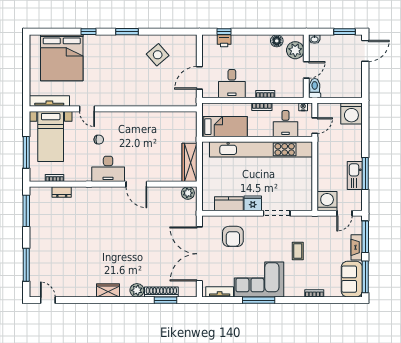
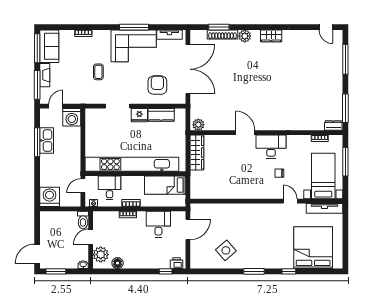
printer: (224, 41) -> (176, 263), moved
dresser: (62, 192) -> (333, 126), moved

